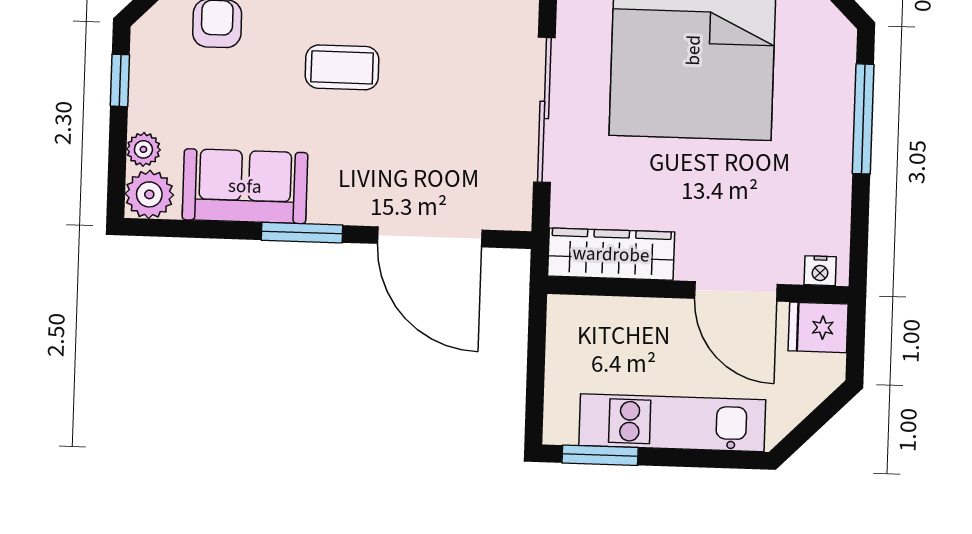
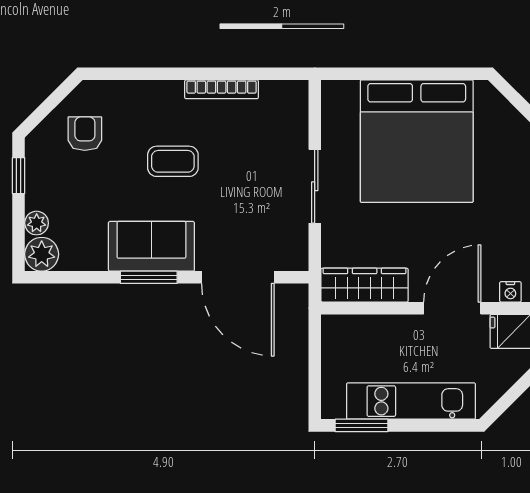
sliding door: (544, 110) -> (315, 186), width x0.73
sofa: (245, 186) -> (151, 246), moved
door: (736, 291) -> (452, 308), swing flipped

